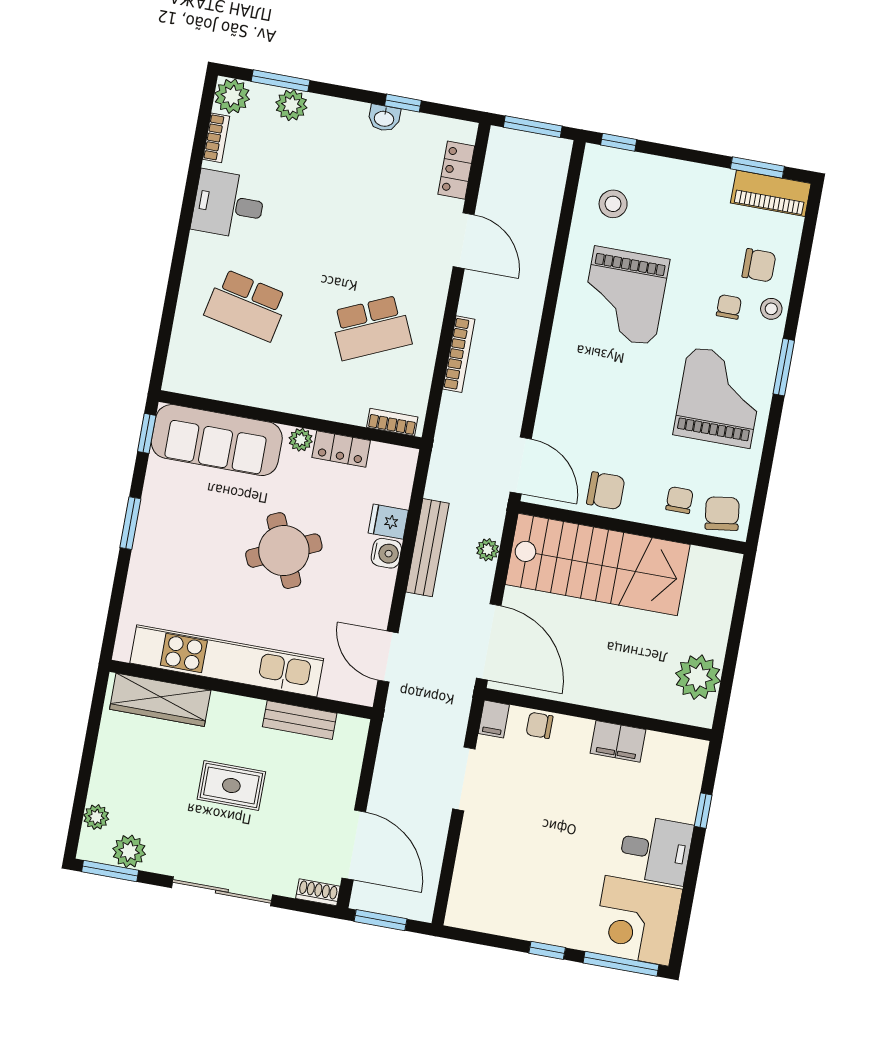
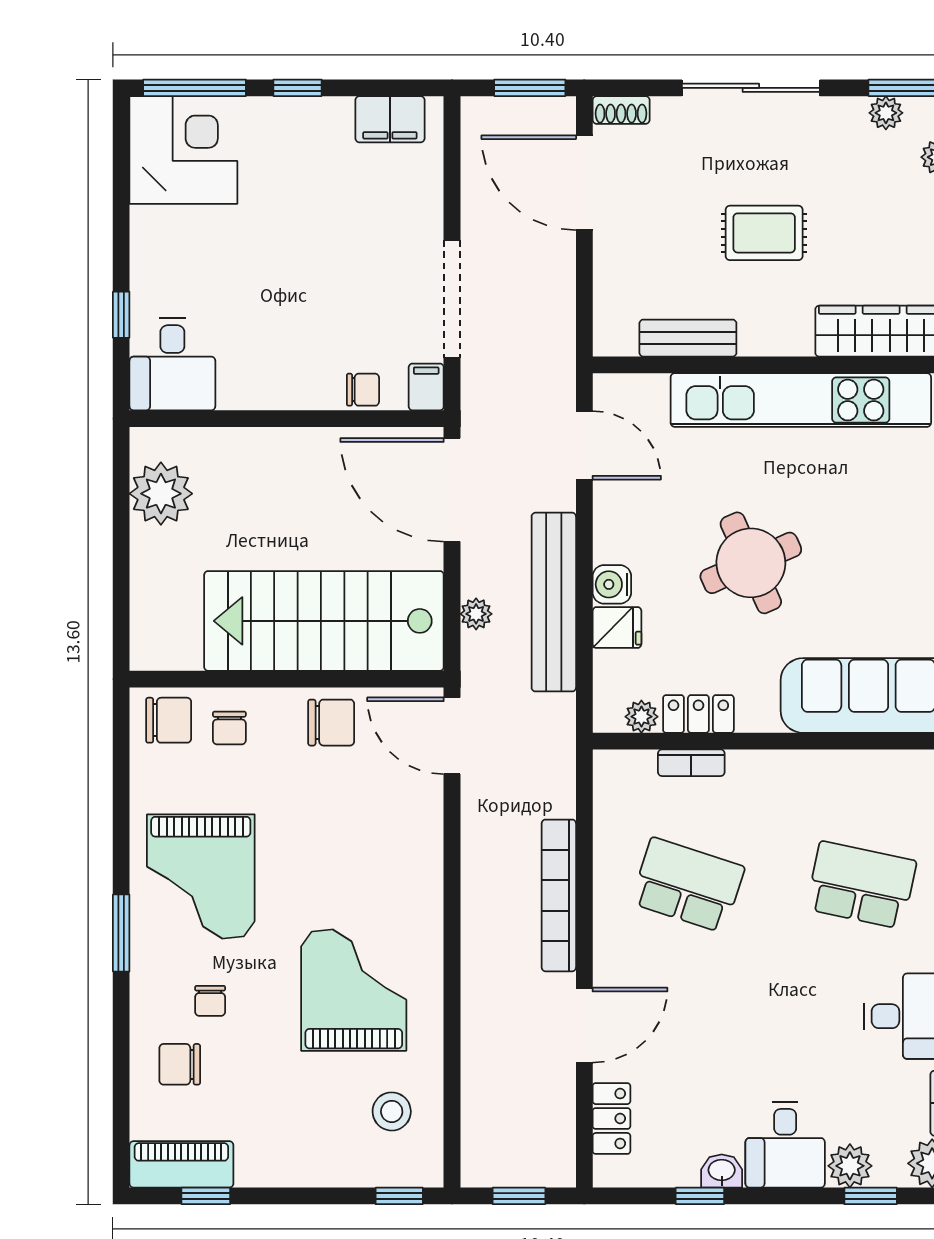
window: (281, 81) -> (871, 1196), width x0.67
window: (533, 127) -> (519, 1196), width x0.67
desk: (335, 129) -> (785, 1145), added
window: (757, 167) -> (206, 1196), width x0.67
door: (464, 241) -> (584, 1025), swing flipped
stool: (771, 309) -> (152, 1009), removed
school desk: (371, 328) -> (688, 885), turned 42
bookcase: (459, 354) -> (559, 895), width x1.48, depth x1.31
bookcase: (392, 422) -> (691, 763), moved
plant: (301, 440) -> (641, 717), moved
chair: (606, 491) -> (331, 723), turned 180
chair: (722, 514) -> (169, 720), turned -82
bench: (428, 548) -> (554, 602), width x1.37, depth x1.21
filing cabinet: (618, 741) -> (390, 119), moved, turned 180
doorway: (464, 779) -> (452, 299), width x1.36
desk: (656, 850) -> (172, 364), moved, turned -90
plant: (129, 851) -> (886, 113), width x0.73, depth x0.73

